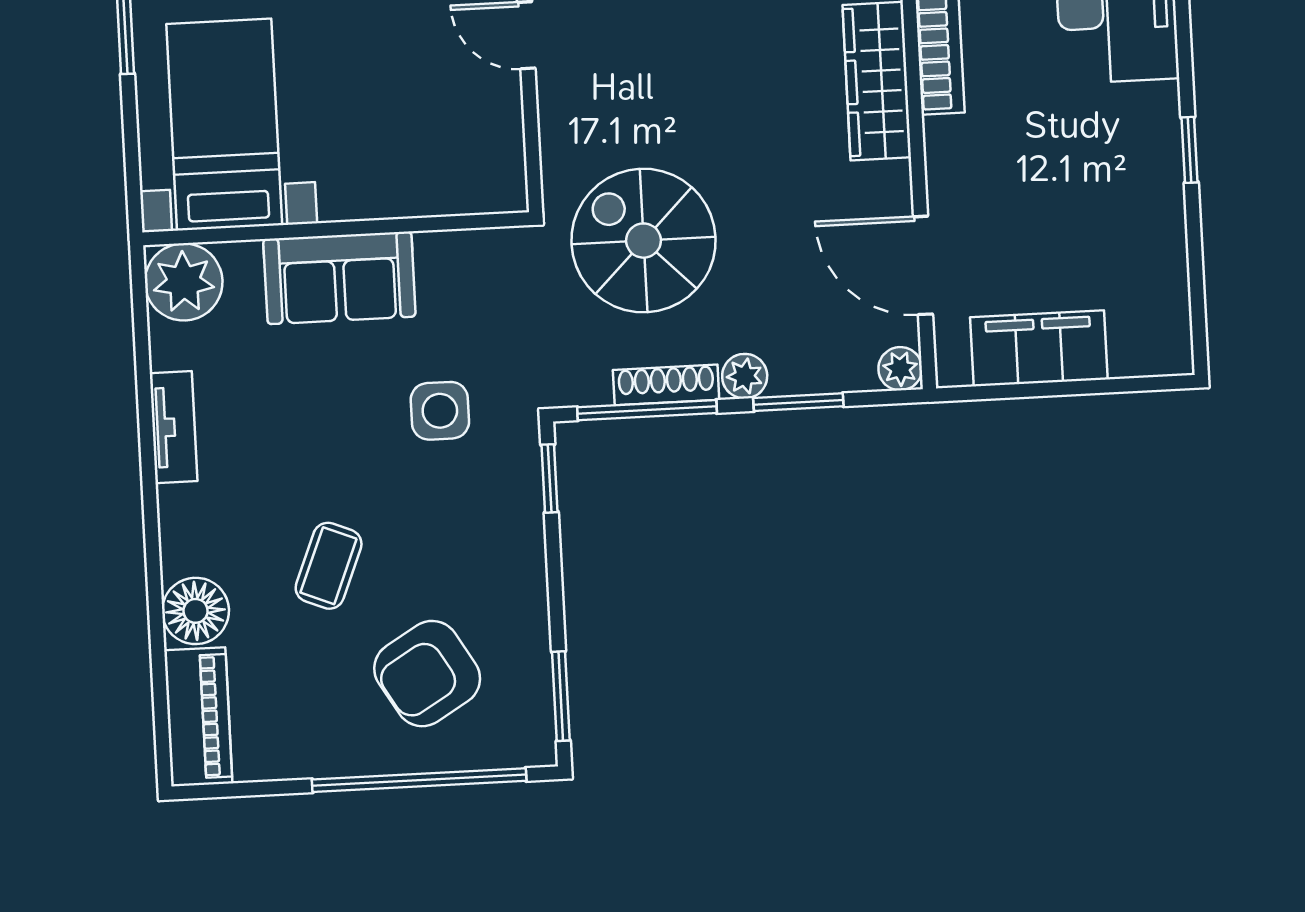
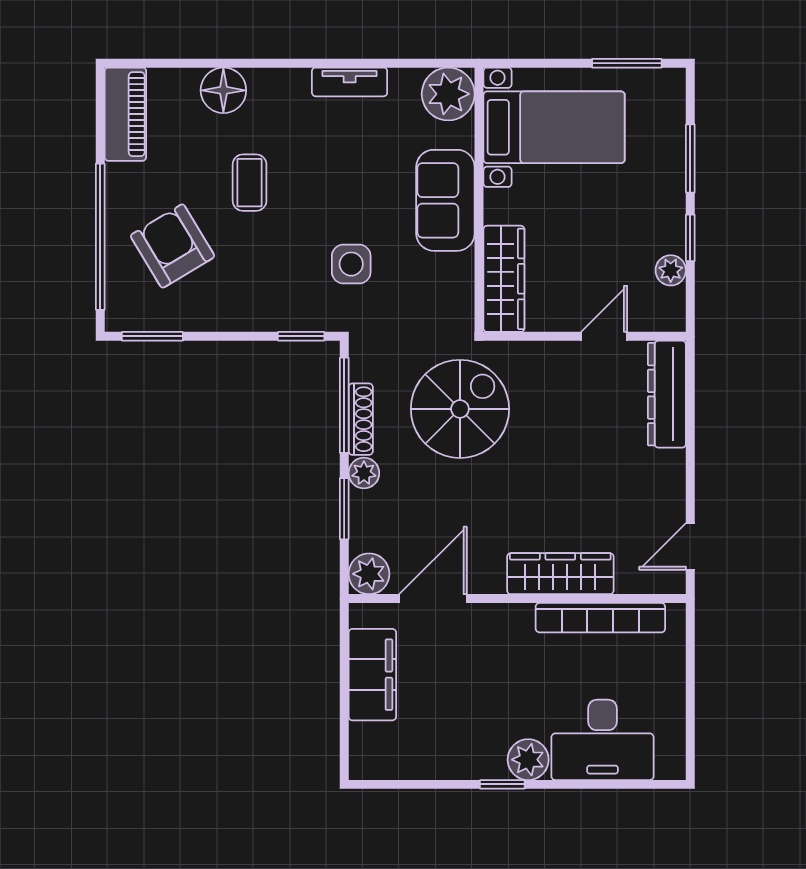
plant: (1151, 114) -> (528, 760), added
wardrobe: (450, 186) -> (504, 279), added
plant: (900, 369) -> (369, 574), width x1.38, depth x1.38
coffee table: (329, 566) -> (250, 183), turned 68
piano: (198, 717) -> (125, 114), moved, turned -90

